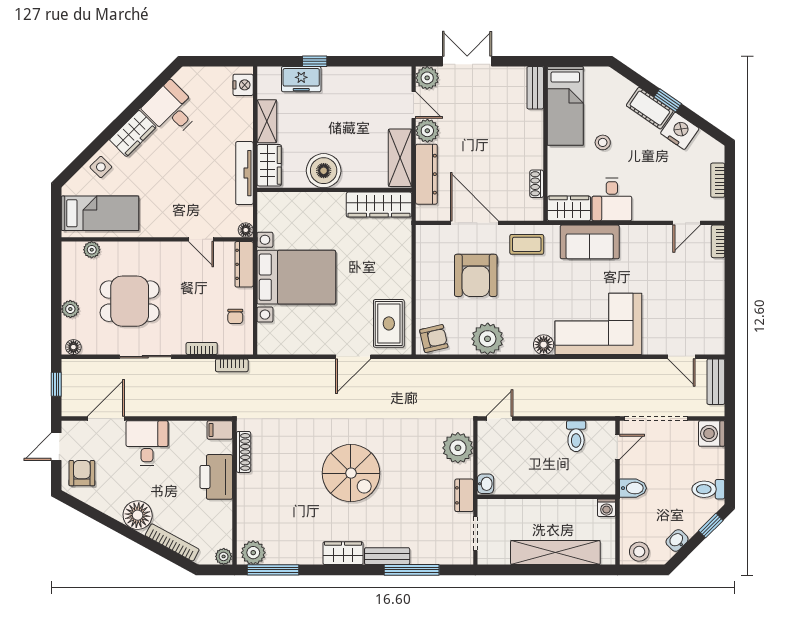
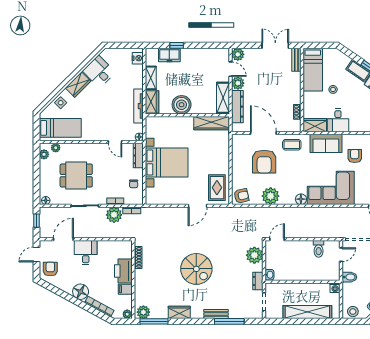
double door: (467, 61) -> (275, 45), moved
armchair: (643, 265) -> (355, 156), added
plant: (70, 309) -> (44, 154), moved
plant: (199, 373) -> (114, 215), added
filing cabinet: (220, 430) -> (125, 289), moved
wardrobe: (343, 553) -> (179, 312), moved

